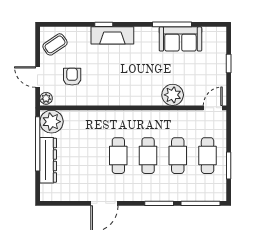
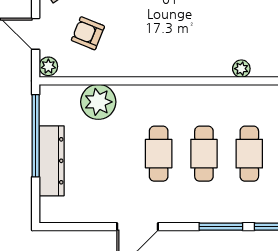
armchair: (72, 77) -> (88, 33), turned -68
plant: (173, 95) -> (241, 69), width x0.53, depth x0.53
plant: (52, 122) -> (98, 102), moved

